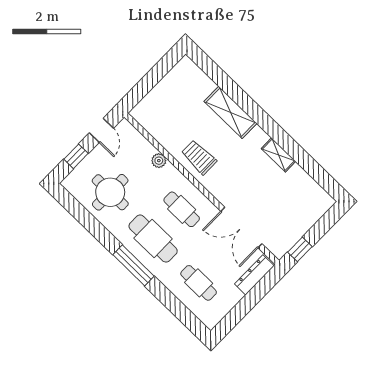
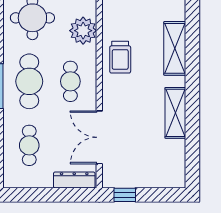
shelving: (278, 155) -> (175, 113), width x1.50, depth x1.33
trolley: (199, 157) -> (120, 57), turned 180
plant: (159, 161) -> (83, 31), width x1.88, depth x1.88

